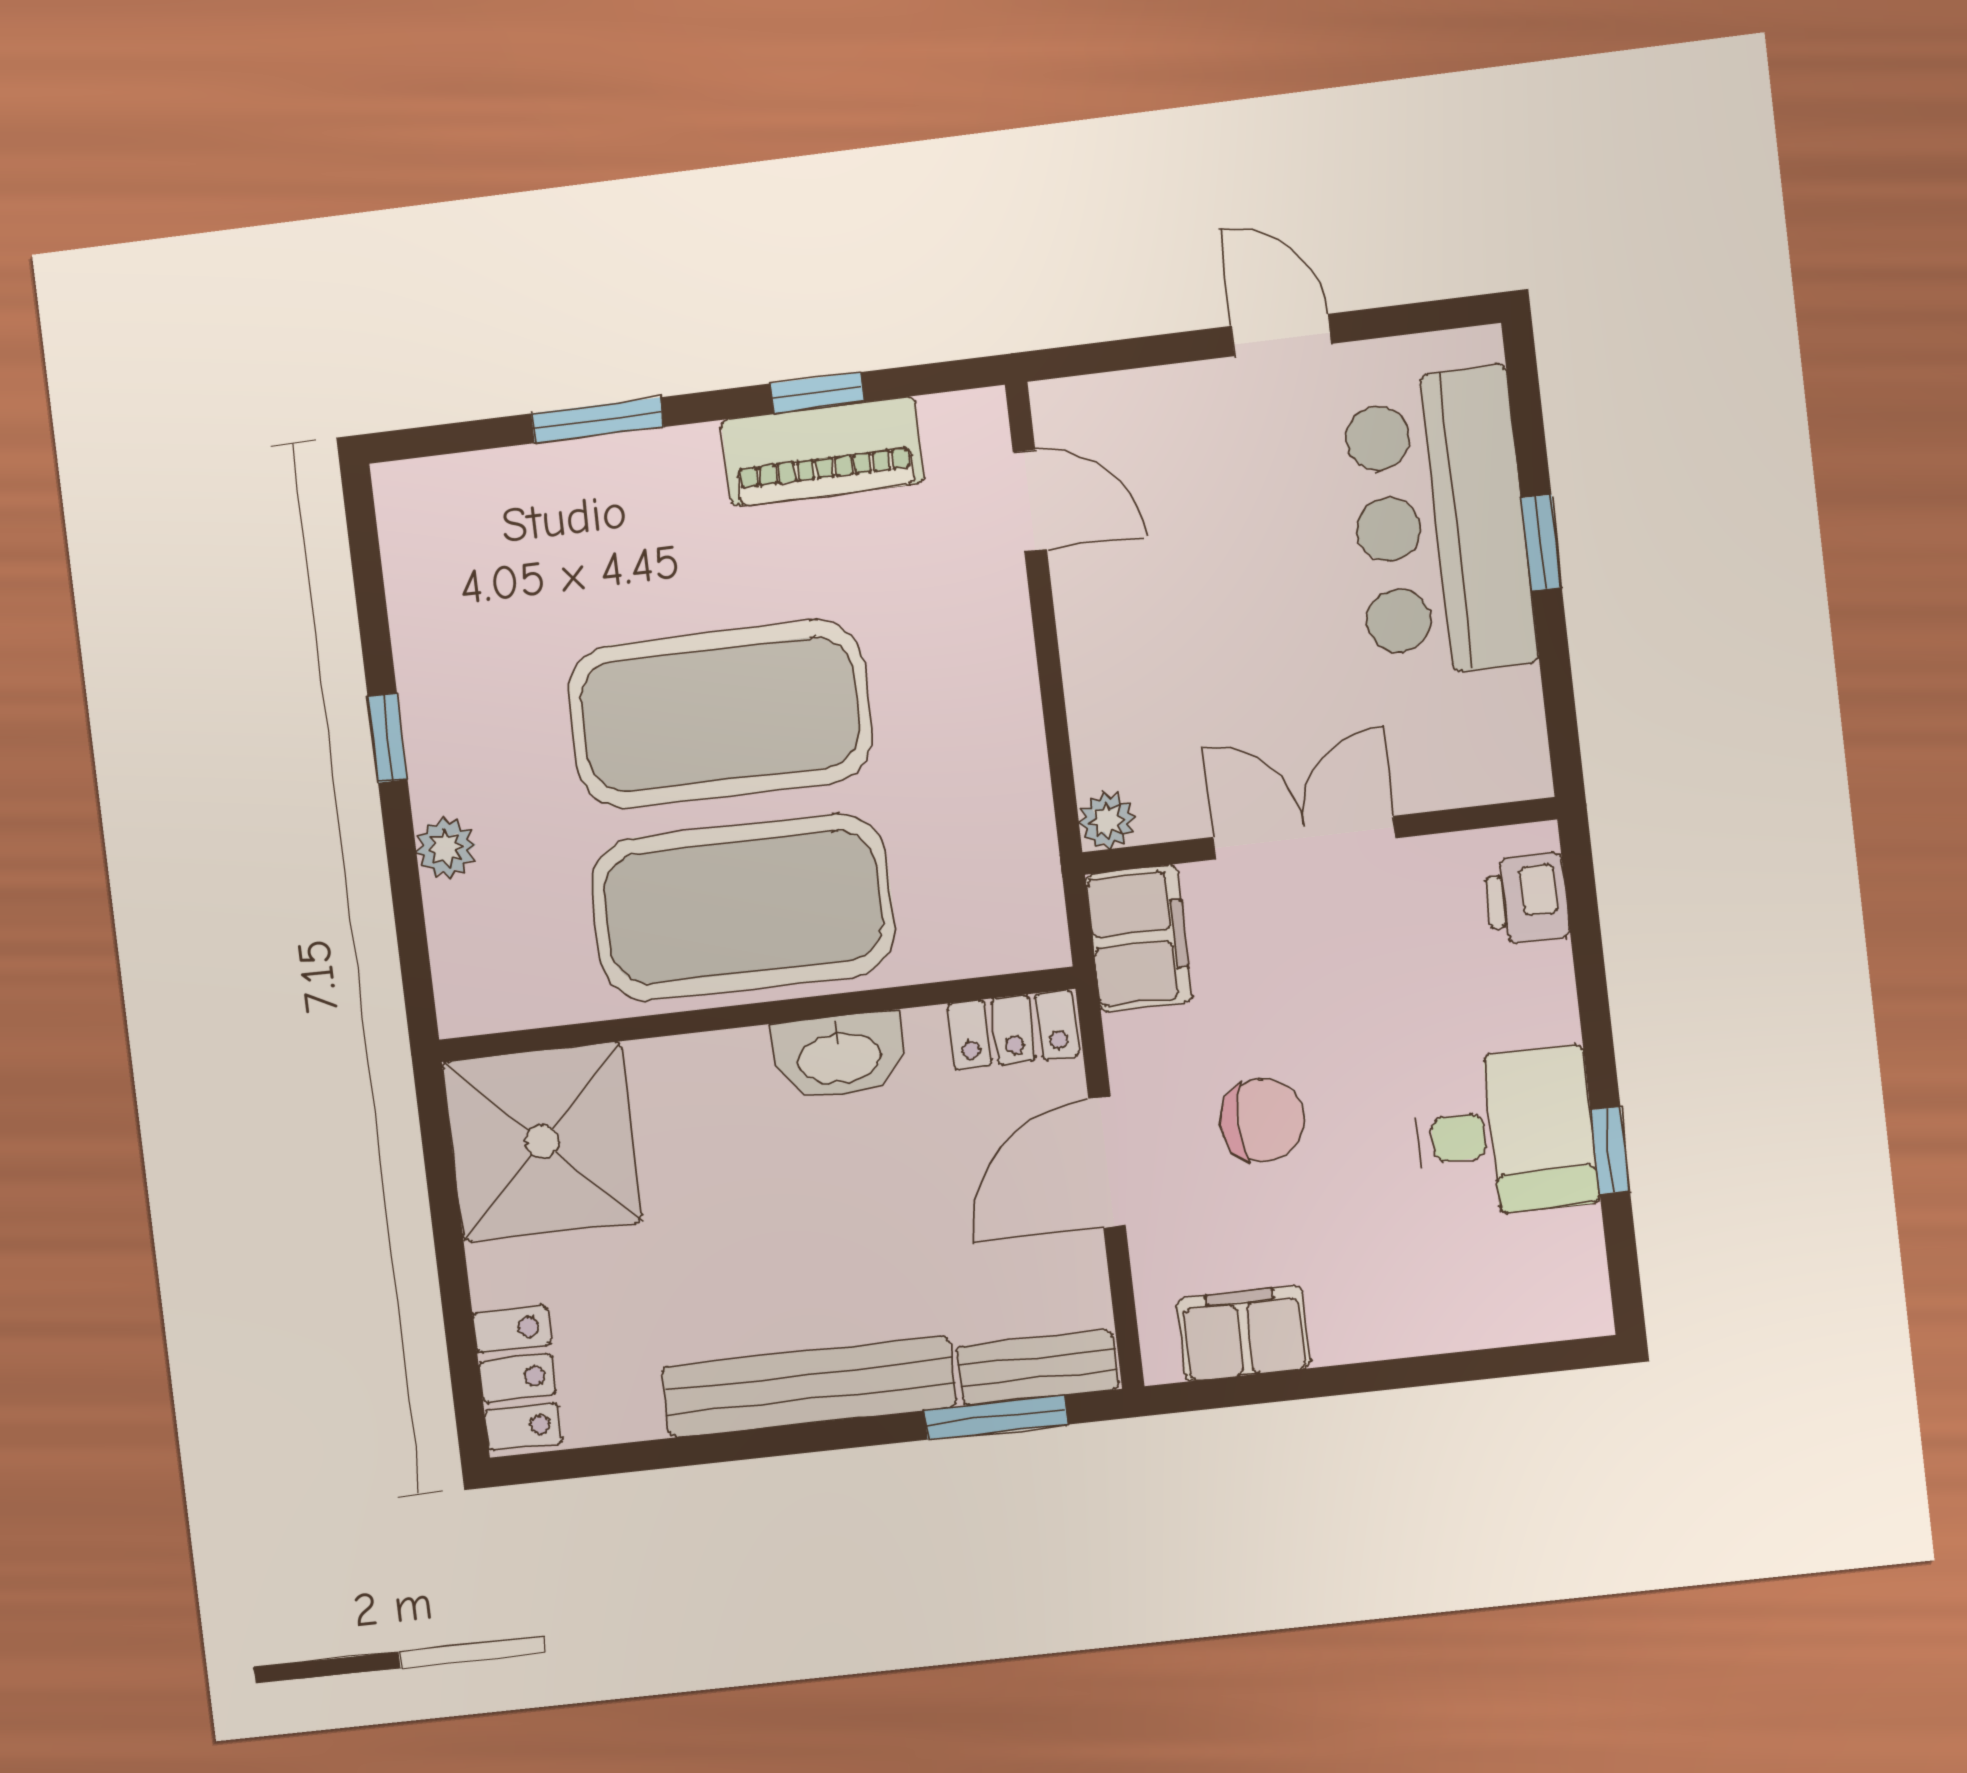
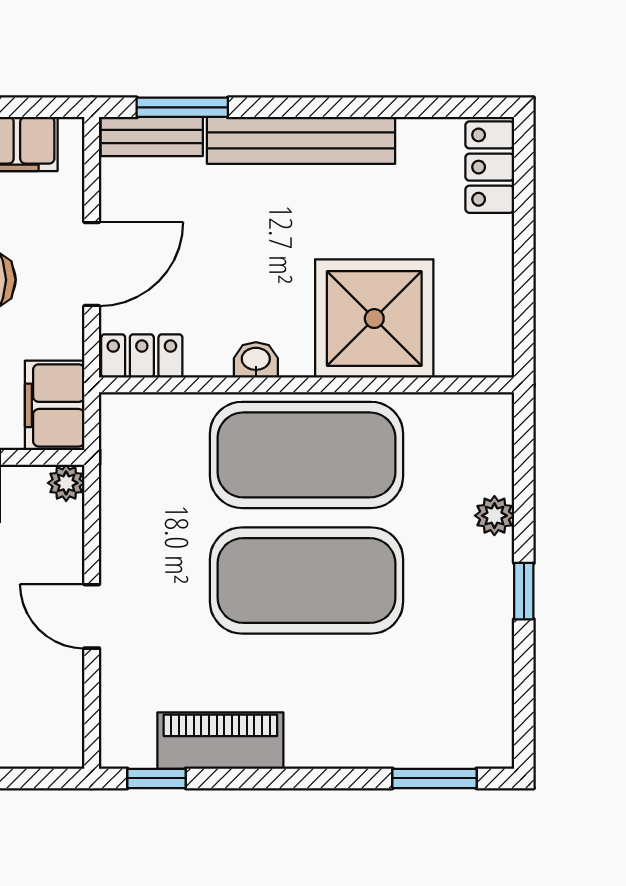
window: (817, 393) -> (157, 778), moved
window: (597, 420) -> (434, 778), moved
door: (1030, 501) -> (92, 616), moved
washbasin: (839, 1056) -> (256, 360), width x0.52, depth x0.69
shower: (542, 1142) -> (374, 319), moved

